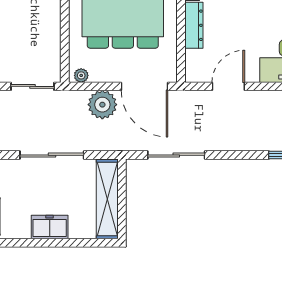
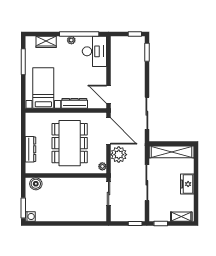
door: (144, 86) -> (109, 131), hinge flipped
door: (228, 86) -> (109, 94), moved

